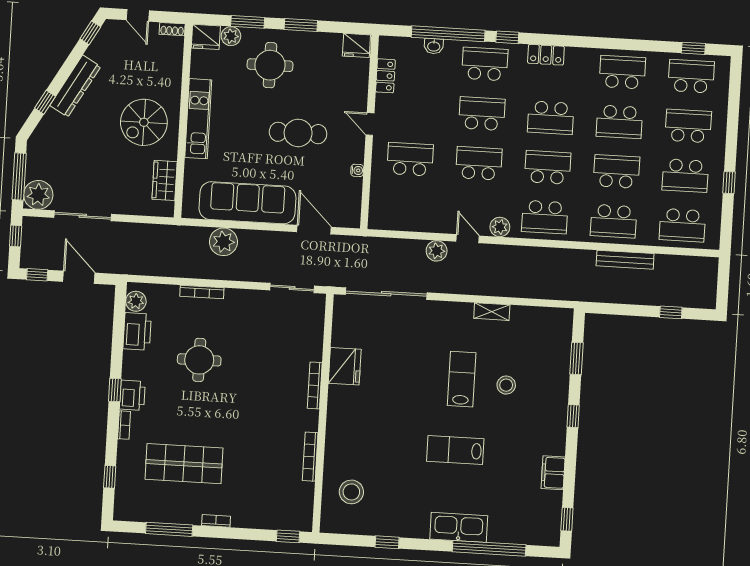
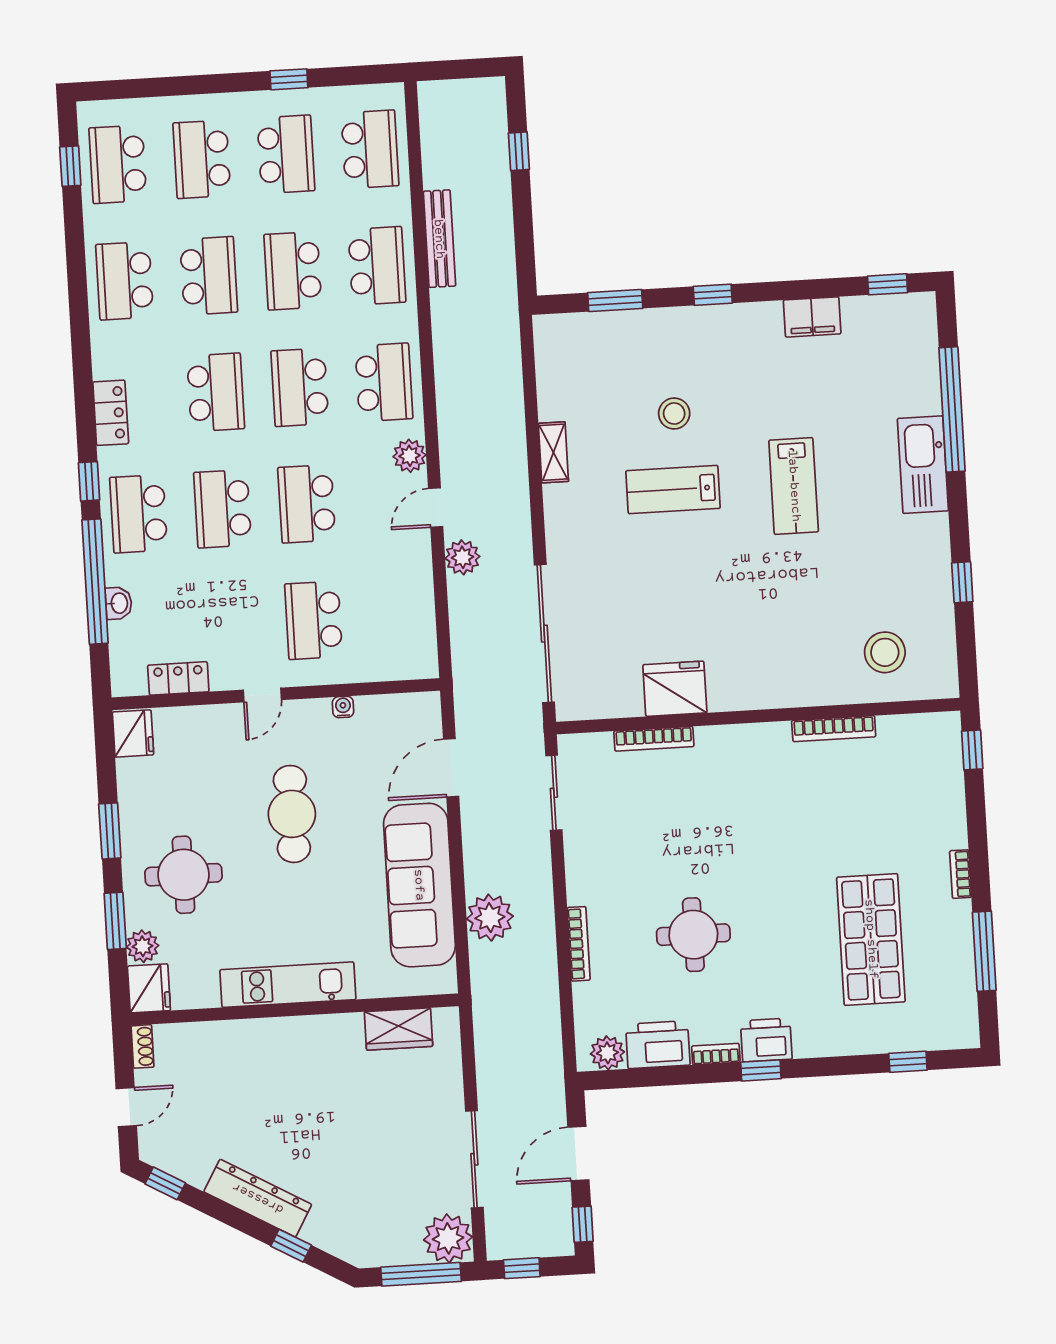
spiral stairs: (144, 122) -> (305, 1075), removed
bookcase: (315, 385) -> (654, 739), moved
bookcase: (124, 425) -> (716, 1054), moved

